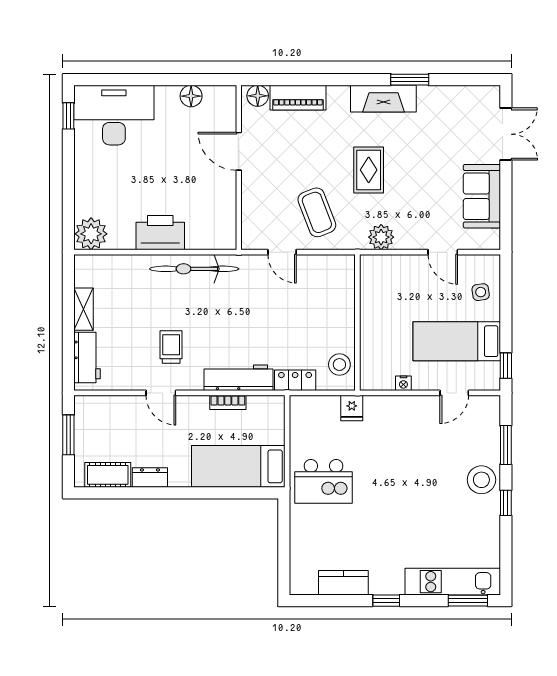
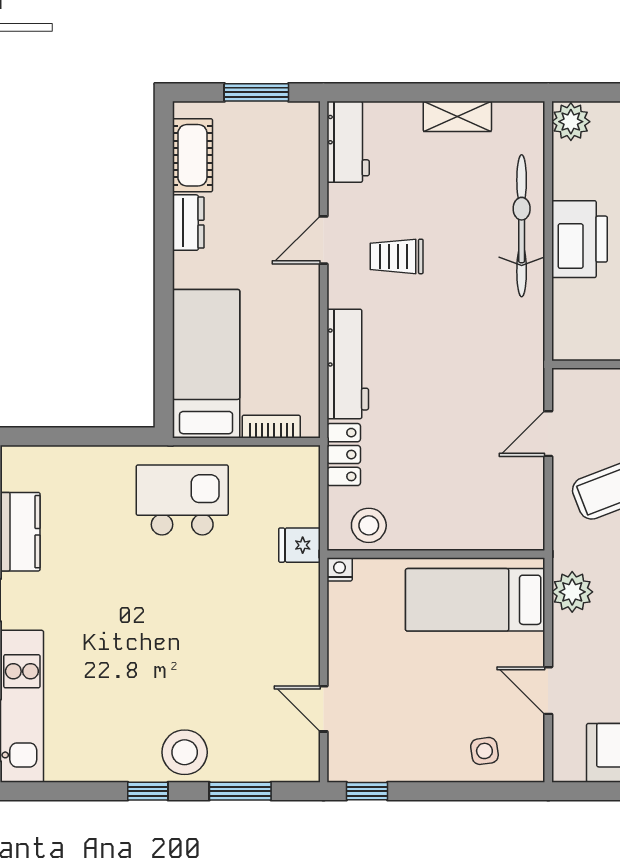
plant: (91, 234) -> (571, 122), width x0.73, depth x0.73
door: (443, 252) -> (548, 691), hinge flipped
bicycle: (194, 269) -> (522, 226), moved
bed: (457, 341) -> (475, 600), moved, turned -90
trolley: (171, 347) -> (397, 256), turned 180
workbench: (87, 358) -> (348, 142), moved, turned -90
nightstand: (403, 383) -> (340, 569), moved, turned 90
bookcase: (228, 402) -> (271, 427), moved, turned 90
kitchen island: (324, 481) -> (182, 500), turned 90

